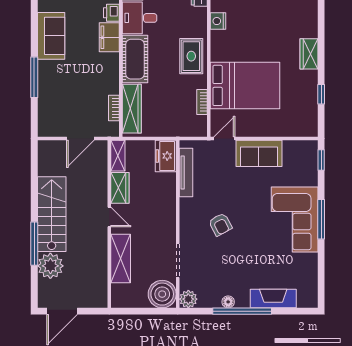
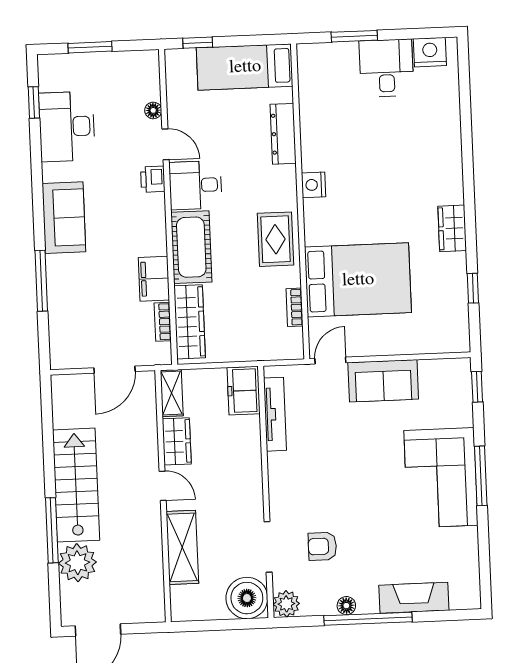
filing cabinet: (109, 37) -> (154, 279), moved
armchair: (220, 224) -> (322, 546), moved, turned 118

